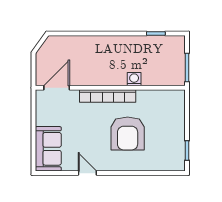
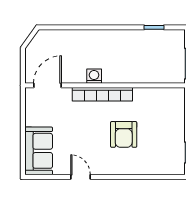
washing machine: (134, 79) -> (94, 76), moved
armchair: (128, 133) -> (124, 134), width x0.73, depth x0.73

